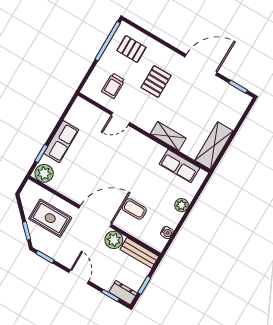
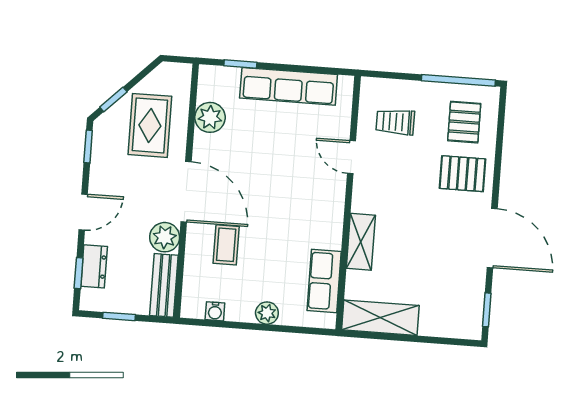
pallet: (156, 81) -> (463, 174), moved
row of seats: (61, 142) -> (289, 86), width x1.48
plant: (44, 173) -> (210, 117), moved
dresser: (123, 293) -> (94, 266), moved

